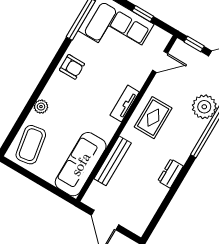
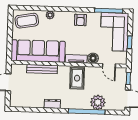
floor lamp: (137, 79) -> (93, 58), added
rug: (153, 118) -> (77, 78), turned 90
sofa: (81, 164) -> (38, 51), width x1.36, depth x1.27

